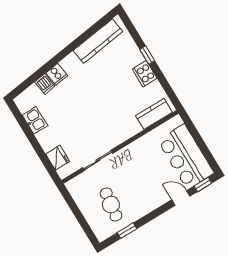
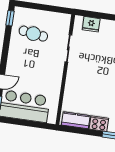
kitchen counter: (154, 114) -> (76, 120), moved, turned -90
window: (127, 231) -> (10, 18), moved

